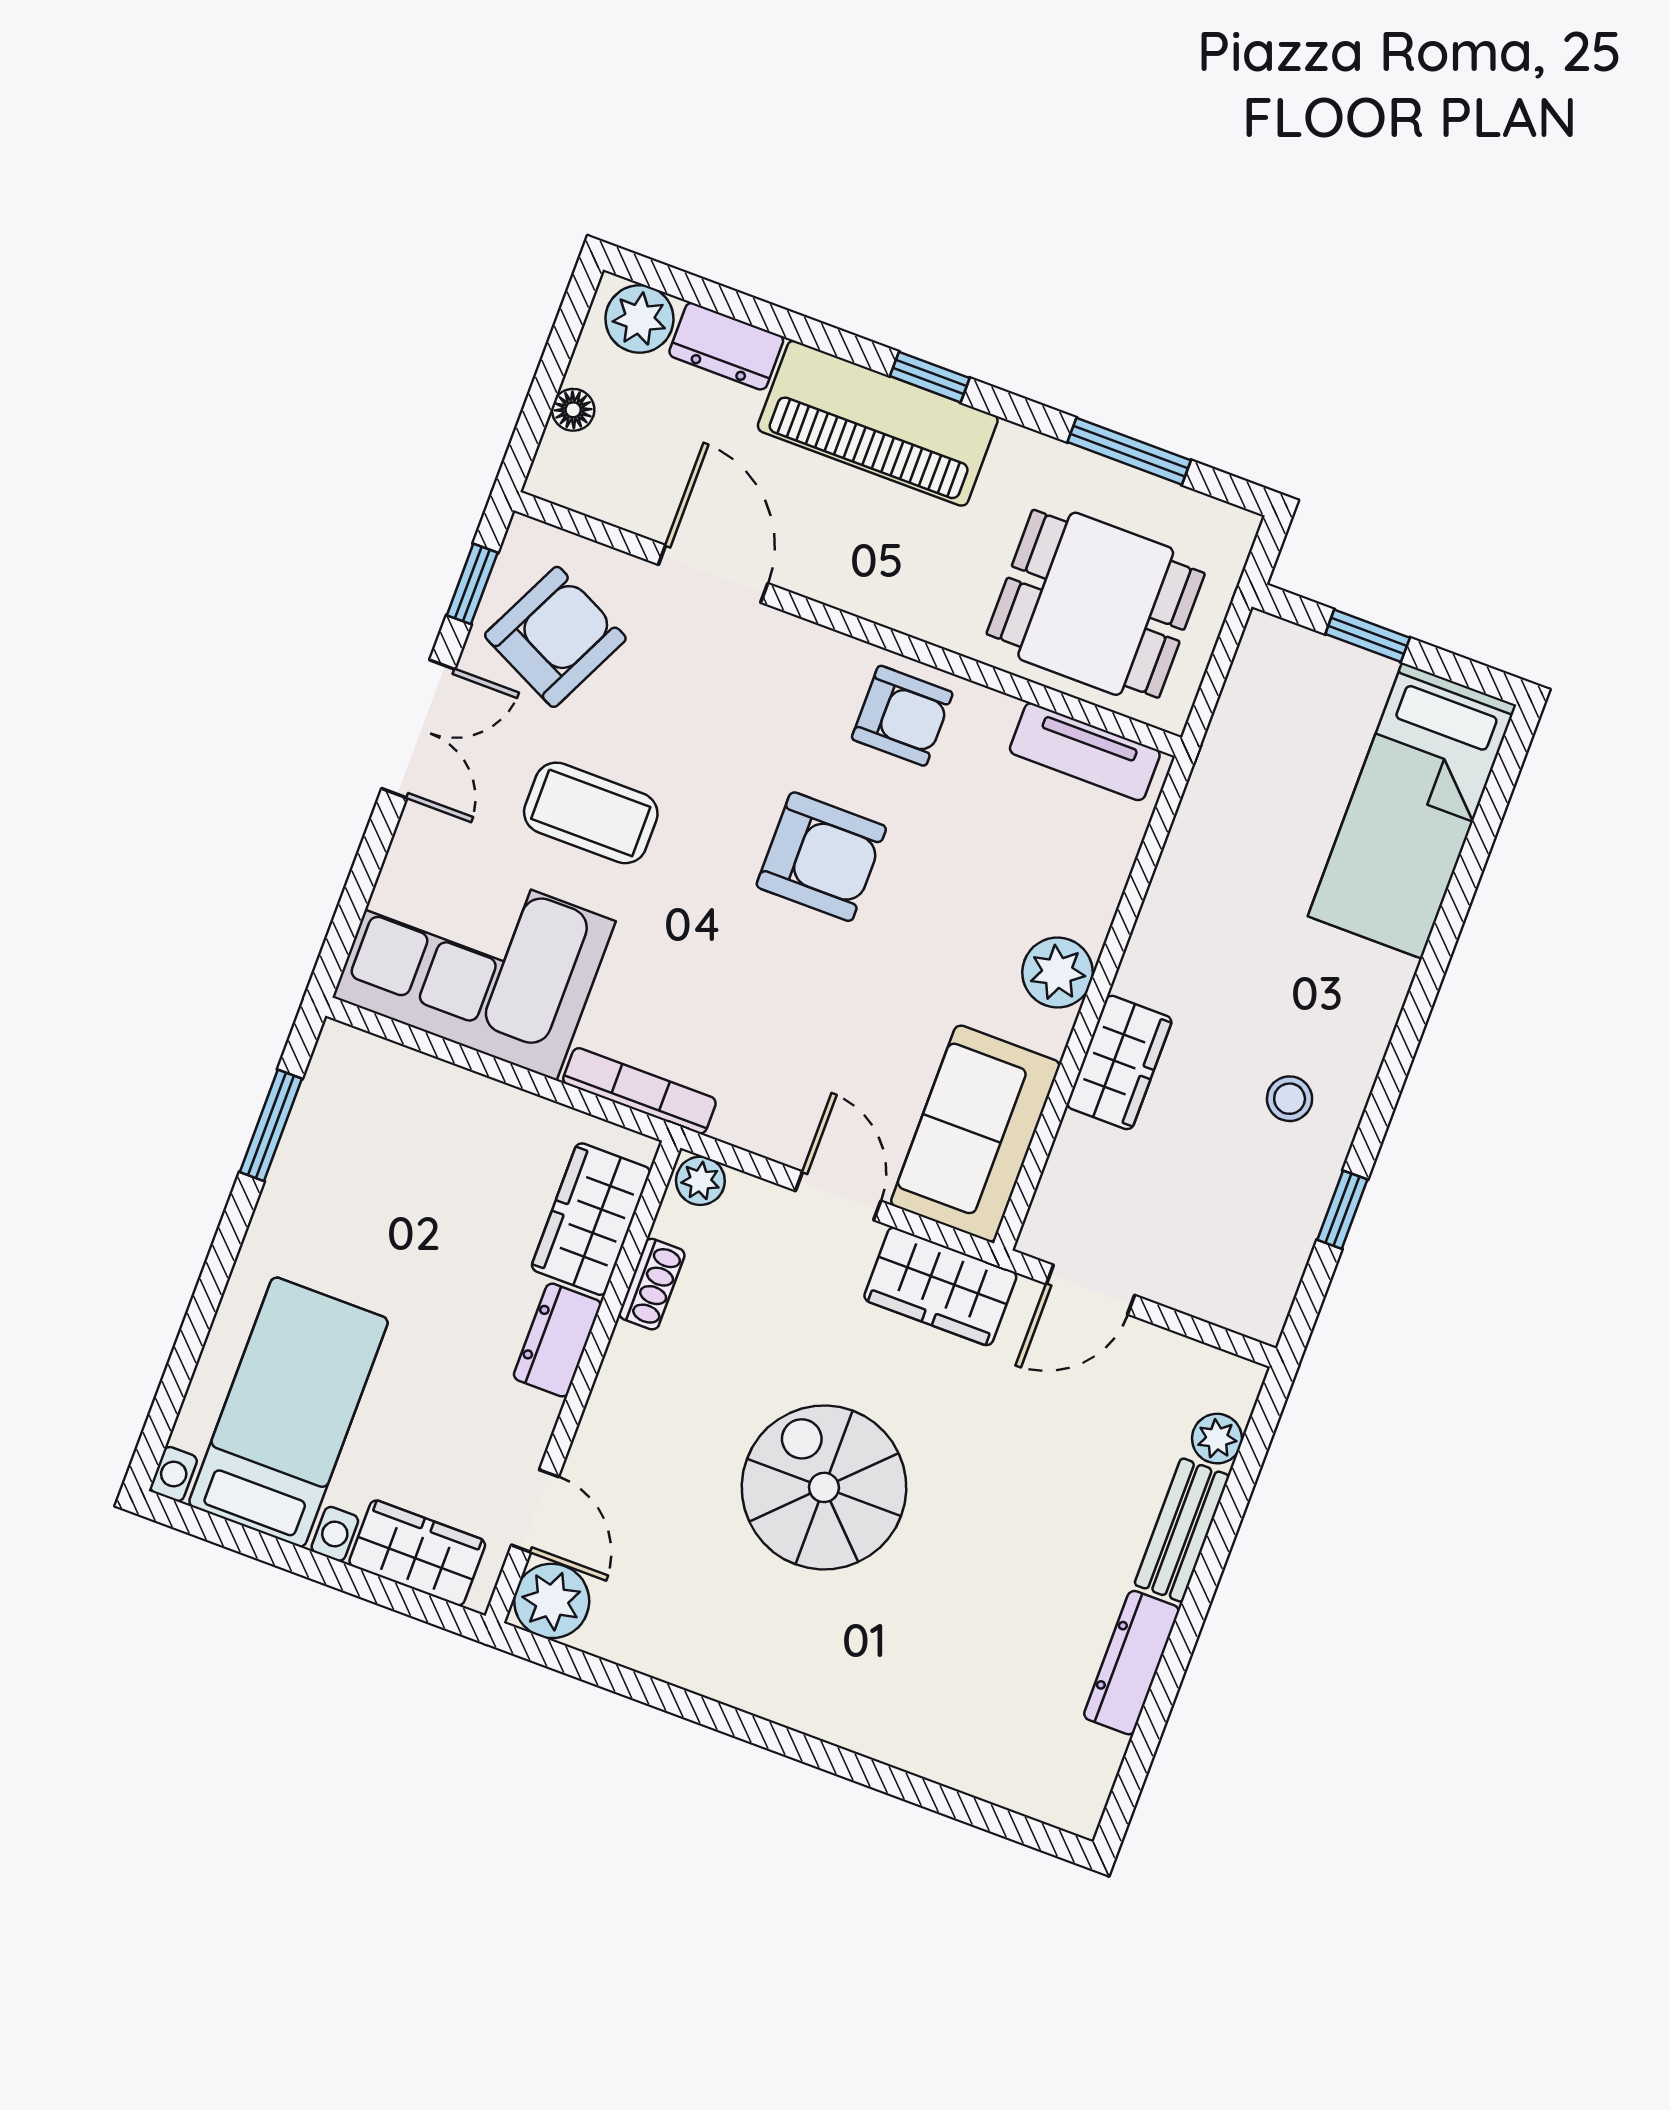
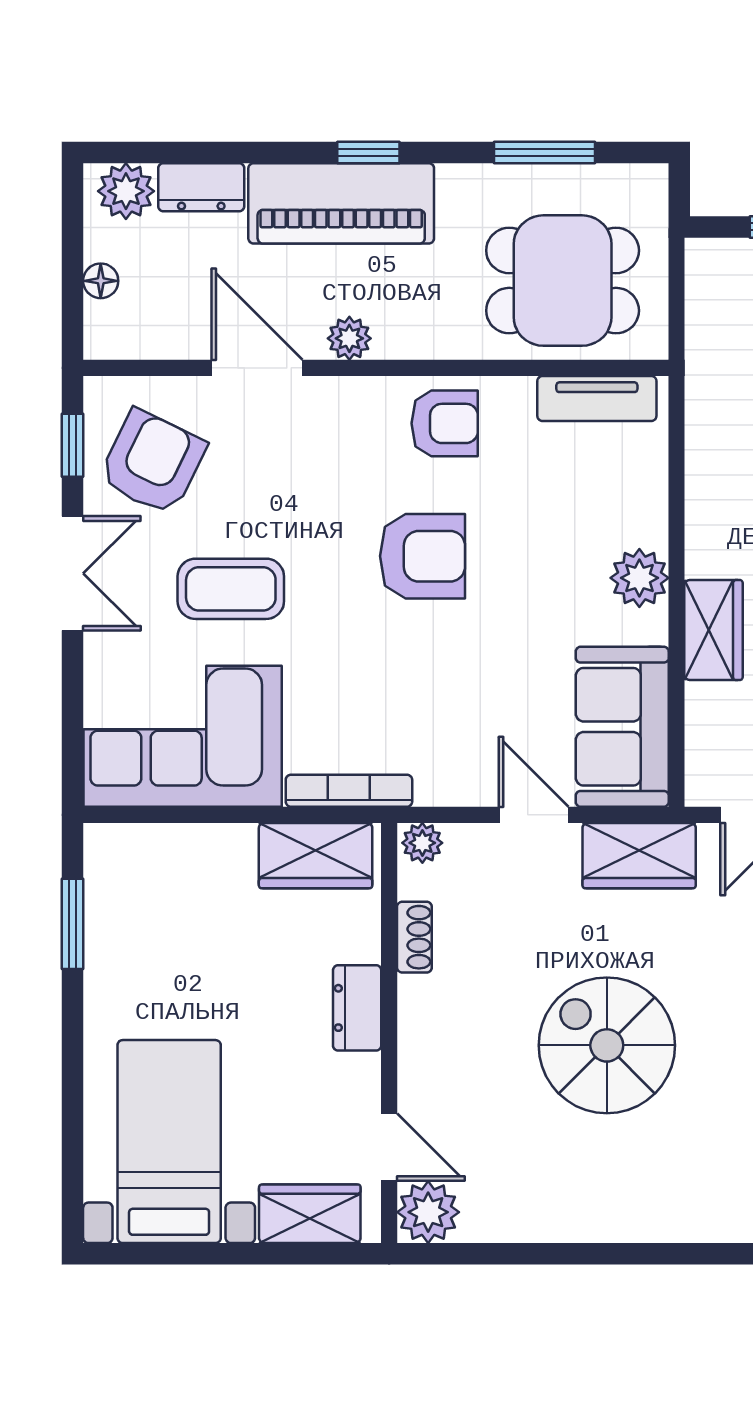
plant: (830, 579) -> (349, 338), added
wardrobe: (591, 1219) -> (316, 856), moved, turned -90

